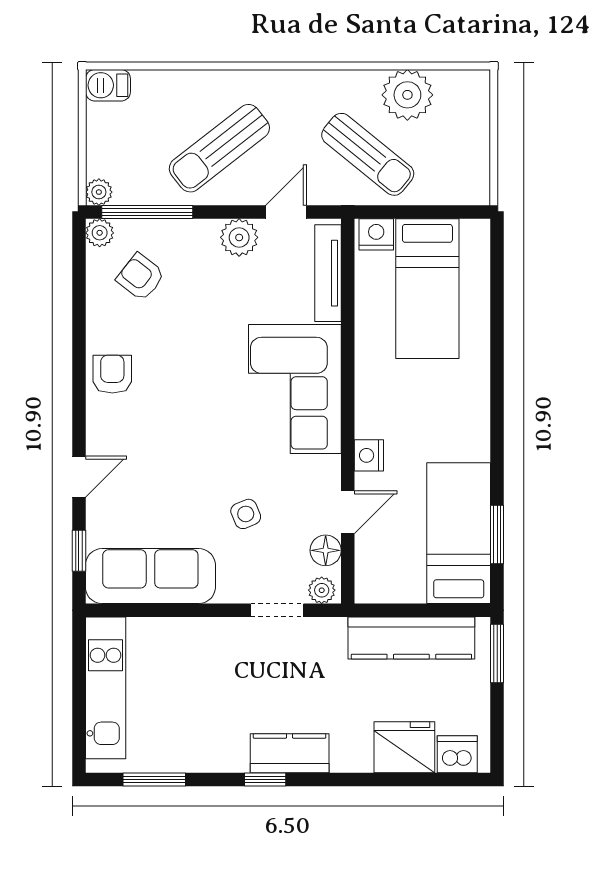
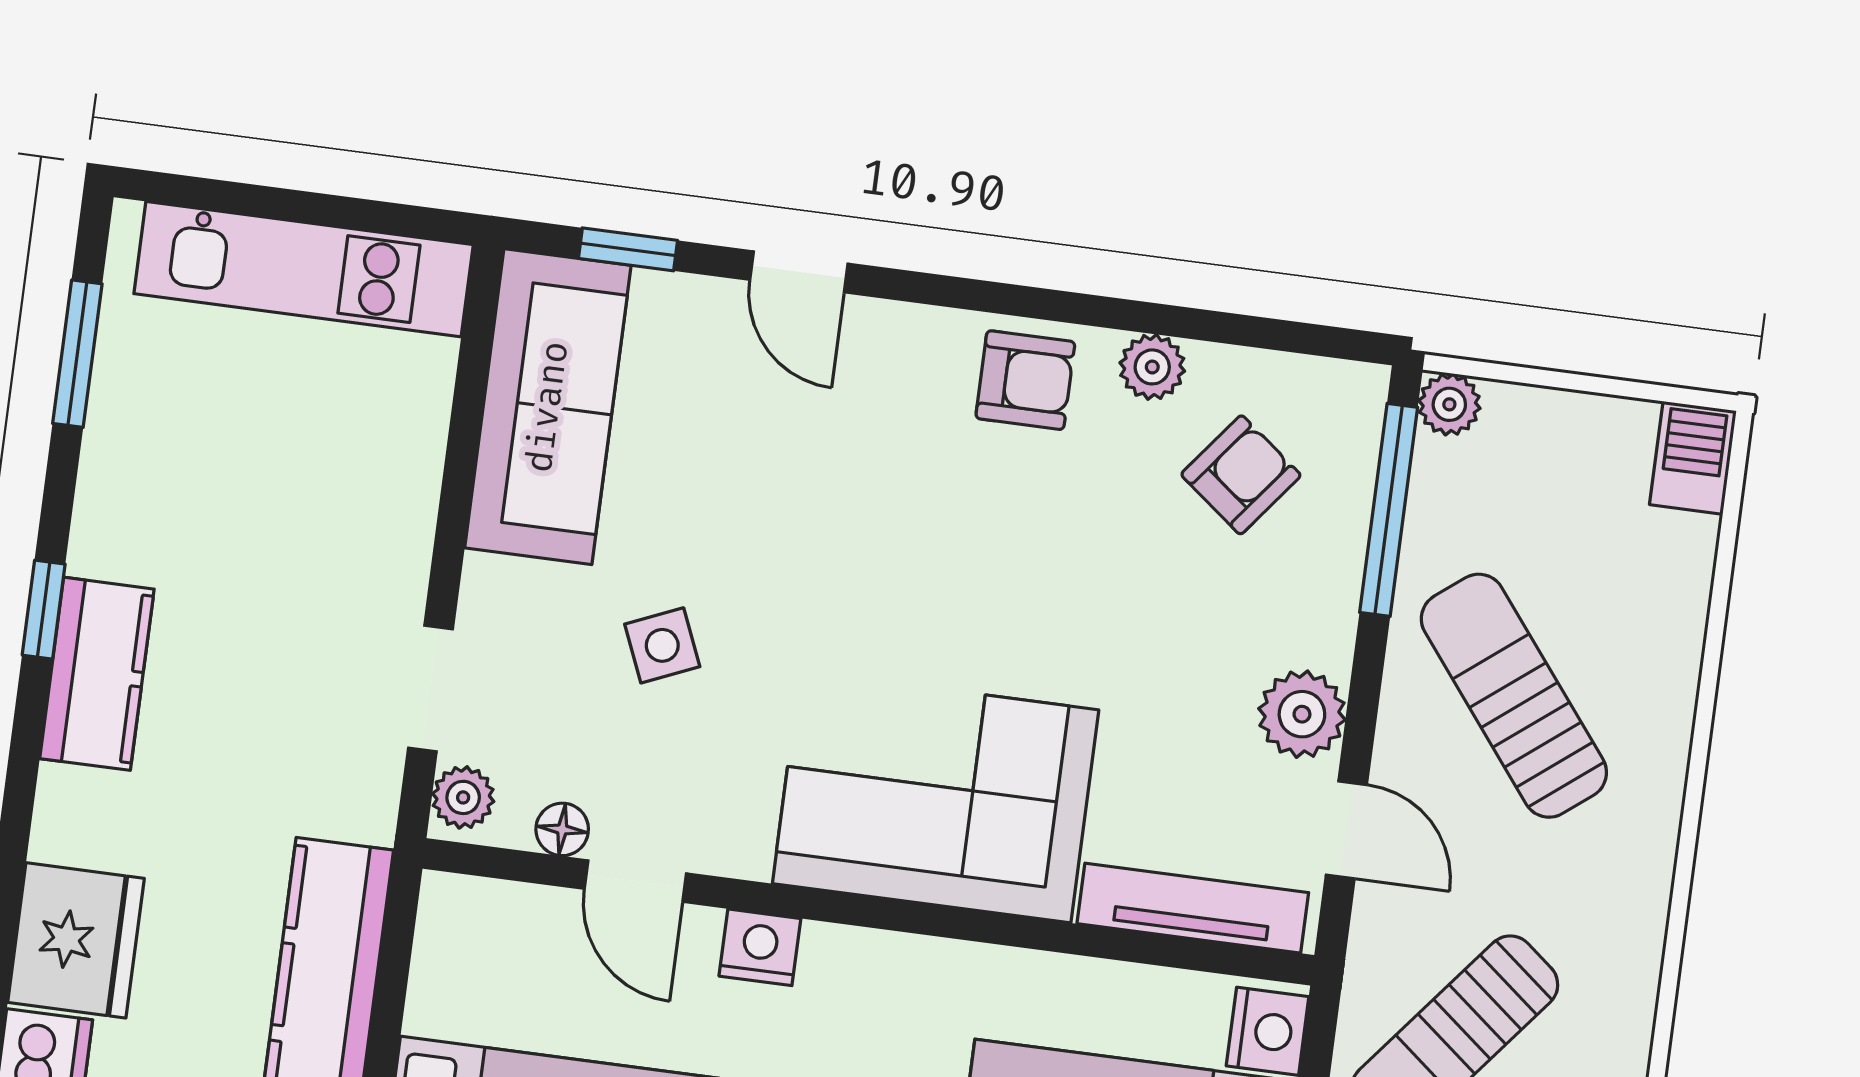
plant: (100, 233) -> (1152, 367), moved
floor lamp: (326, 550) -> (562, 829), width x0.73, depth x0.73

